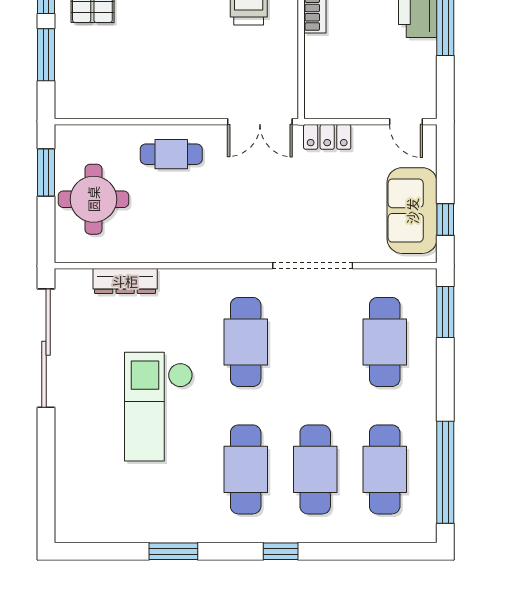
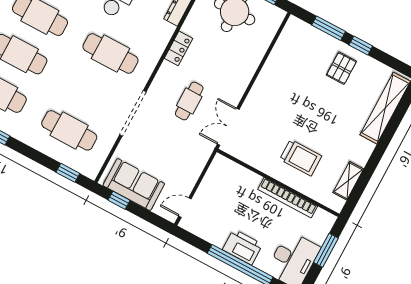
locker: (327, 137) -> (178, 48), moved, turned 180
cafe table: (171, 154) -> (189, 101), moved
window: (445, 312) -> (68, 173), width x0.67

